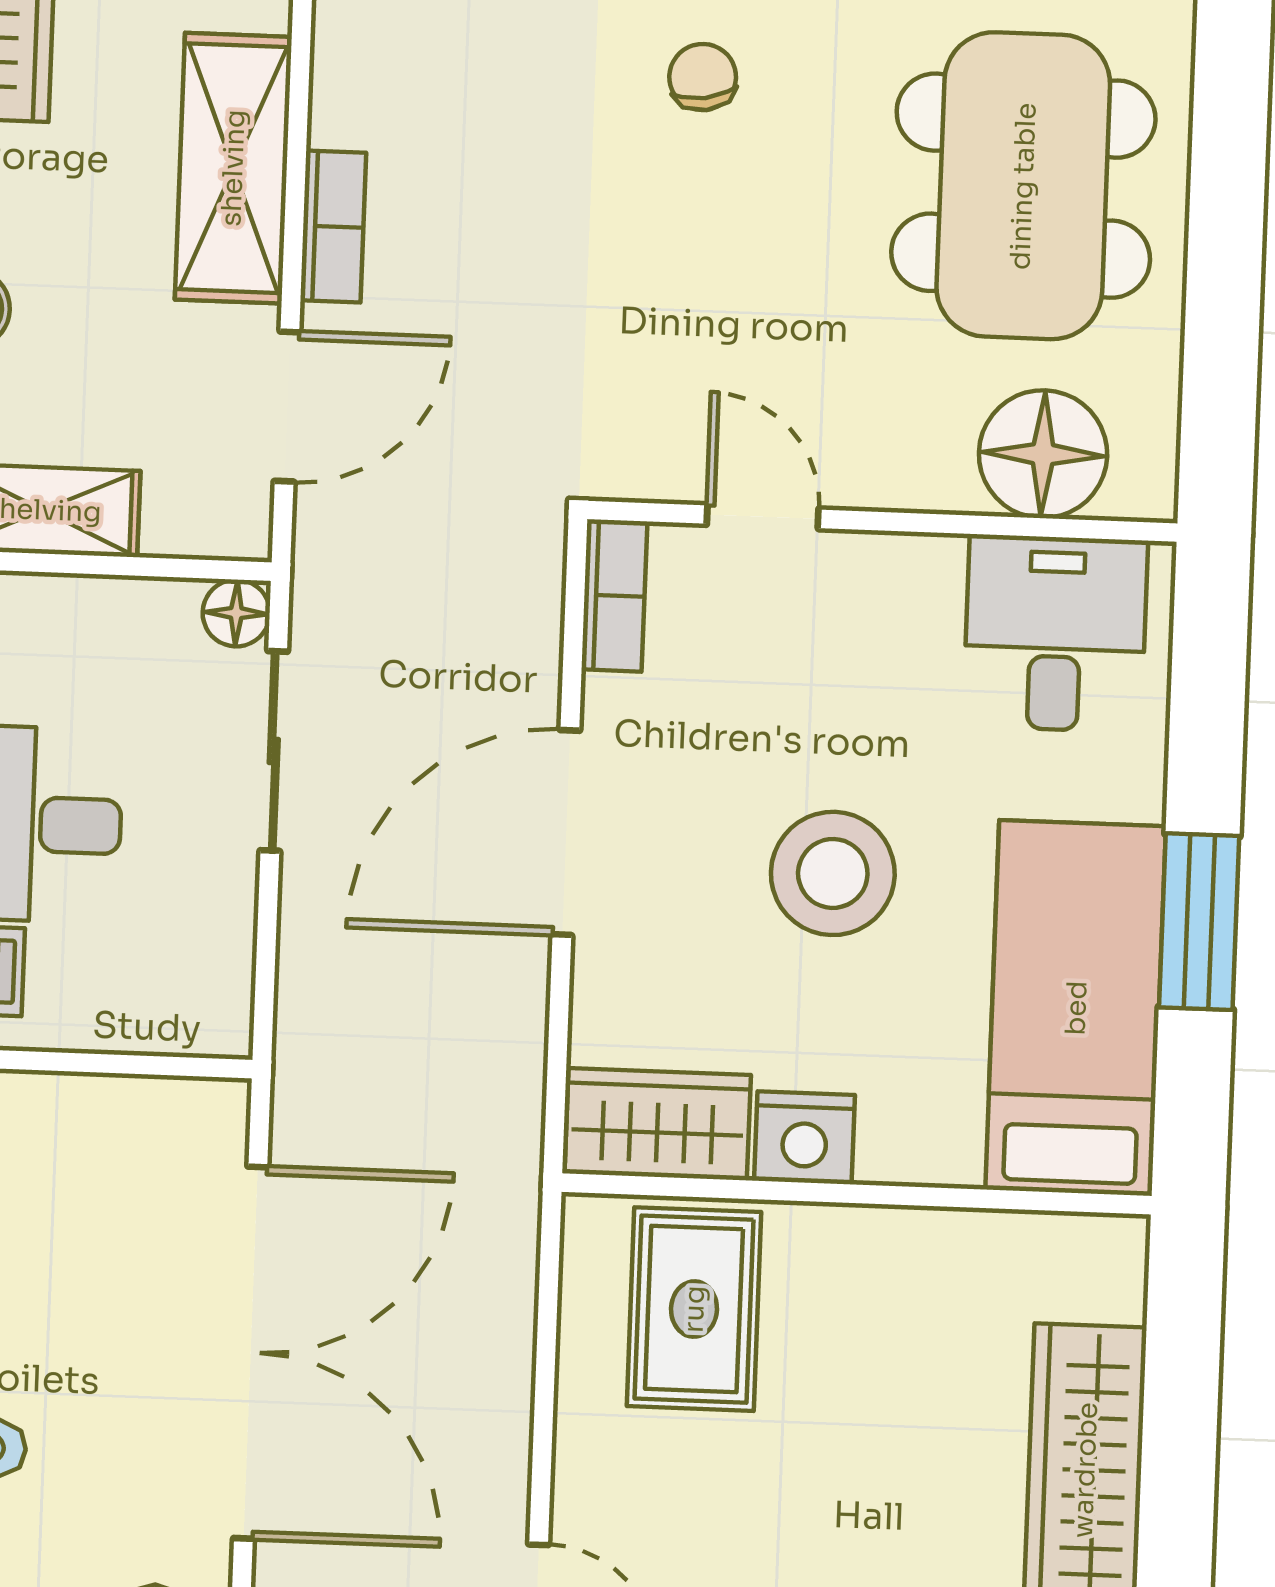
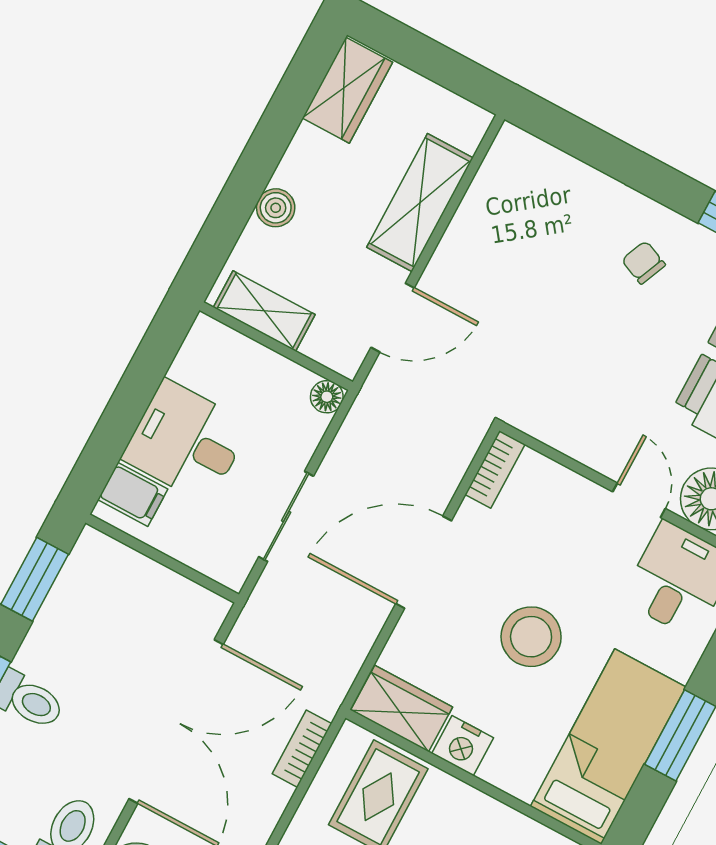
chair: (703, 77) -> (643, 262), turned -58
bookcase: (333, 226) -> (302, 749), moved, turned 180
door: (763, 517) -> (639, 500), moved
sliding door: (274, 751) -> (286, 516), moved

